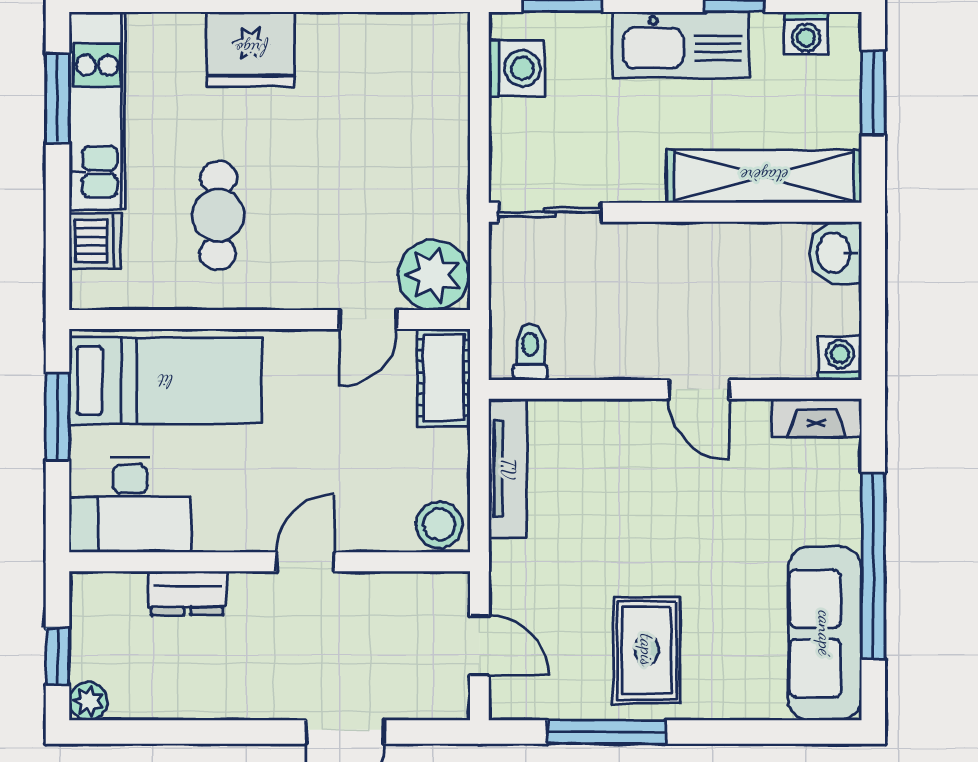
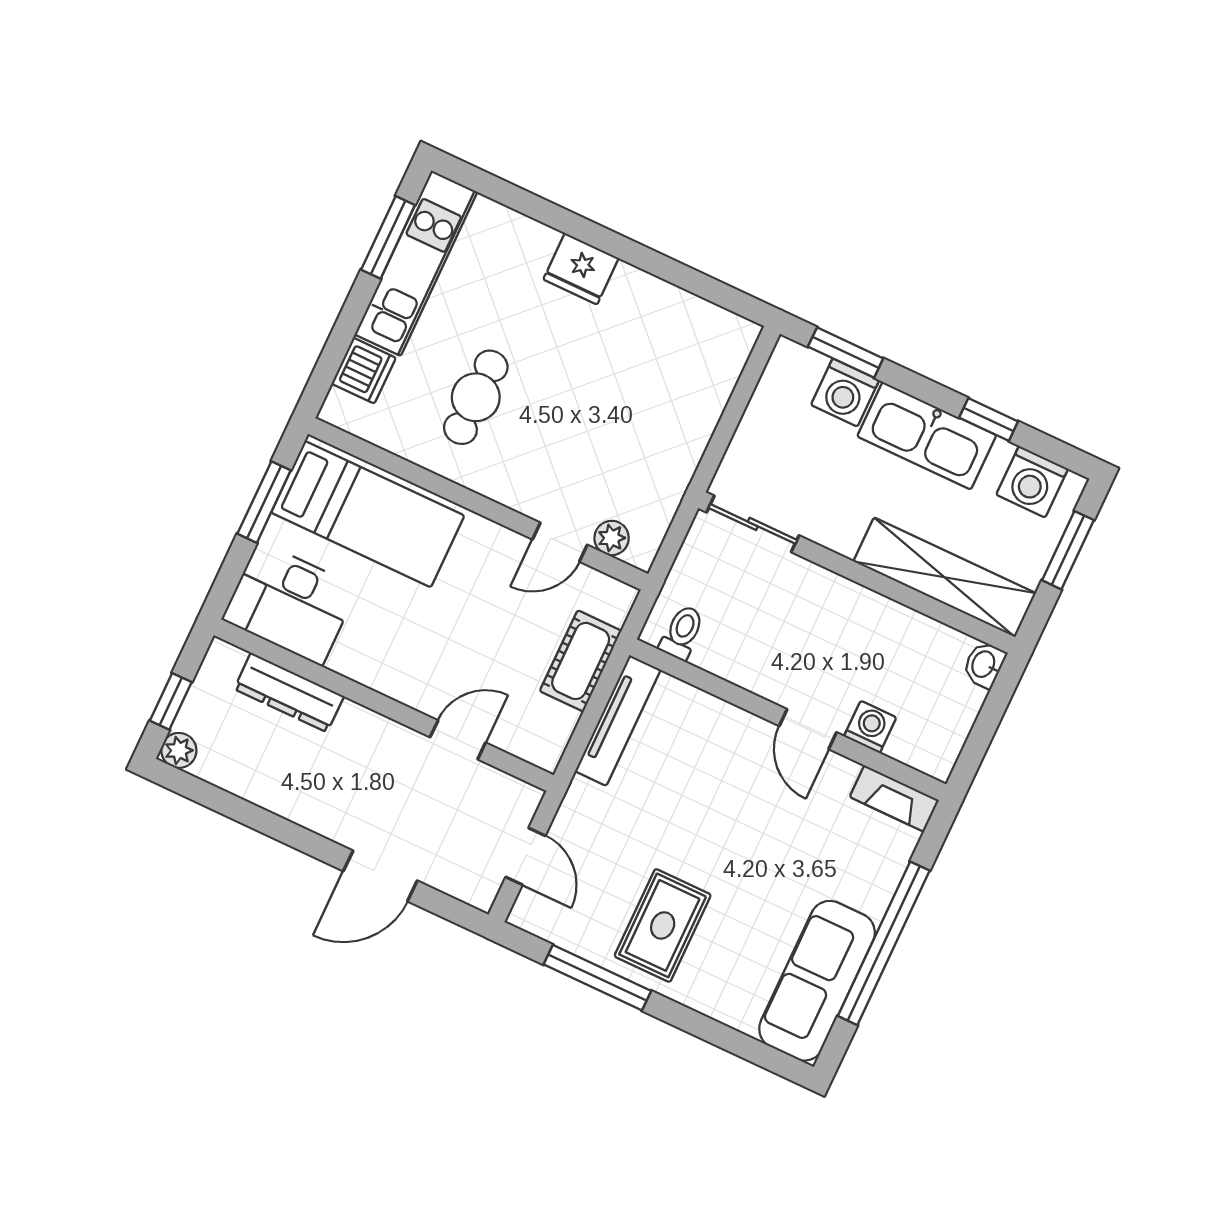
washing machine: (806, 33) -> (1032, 482), width x1.38, depth x1.38
fridge: (251, 49) -> (581, 269), width x0.73, depth x0.75
washing machine: (517, 68) -> (845, 393), moved, turned 90
washbasin: (835, 253) -> (984, 665), width x0.72, depth x0.69
plant: (433, 275) -> (612, 538), width x0.53, depth x0.53
washing machine: (840, 358) -> (870, 727), moved
cot: (443, 378) -> (581, 661), moved
stool: (439, 525) -> (539, 740), removed
door: (305, 562) -> (458, 740), moved
dresser: (187, 593) -> (289, 693), width x1.44

